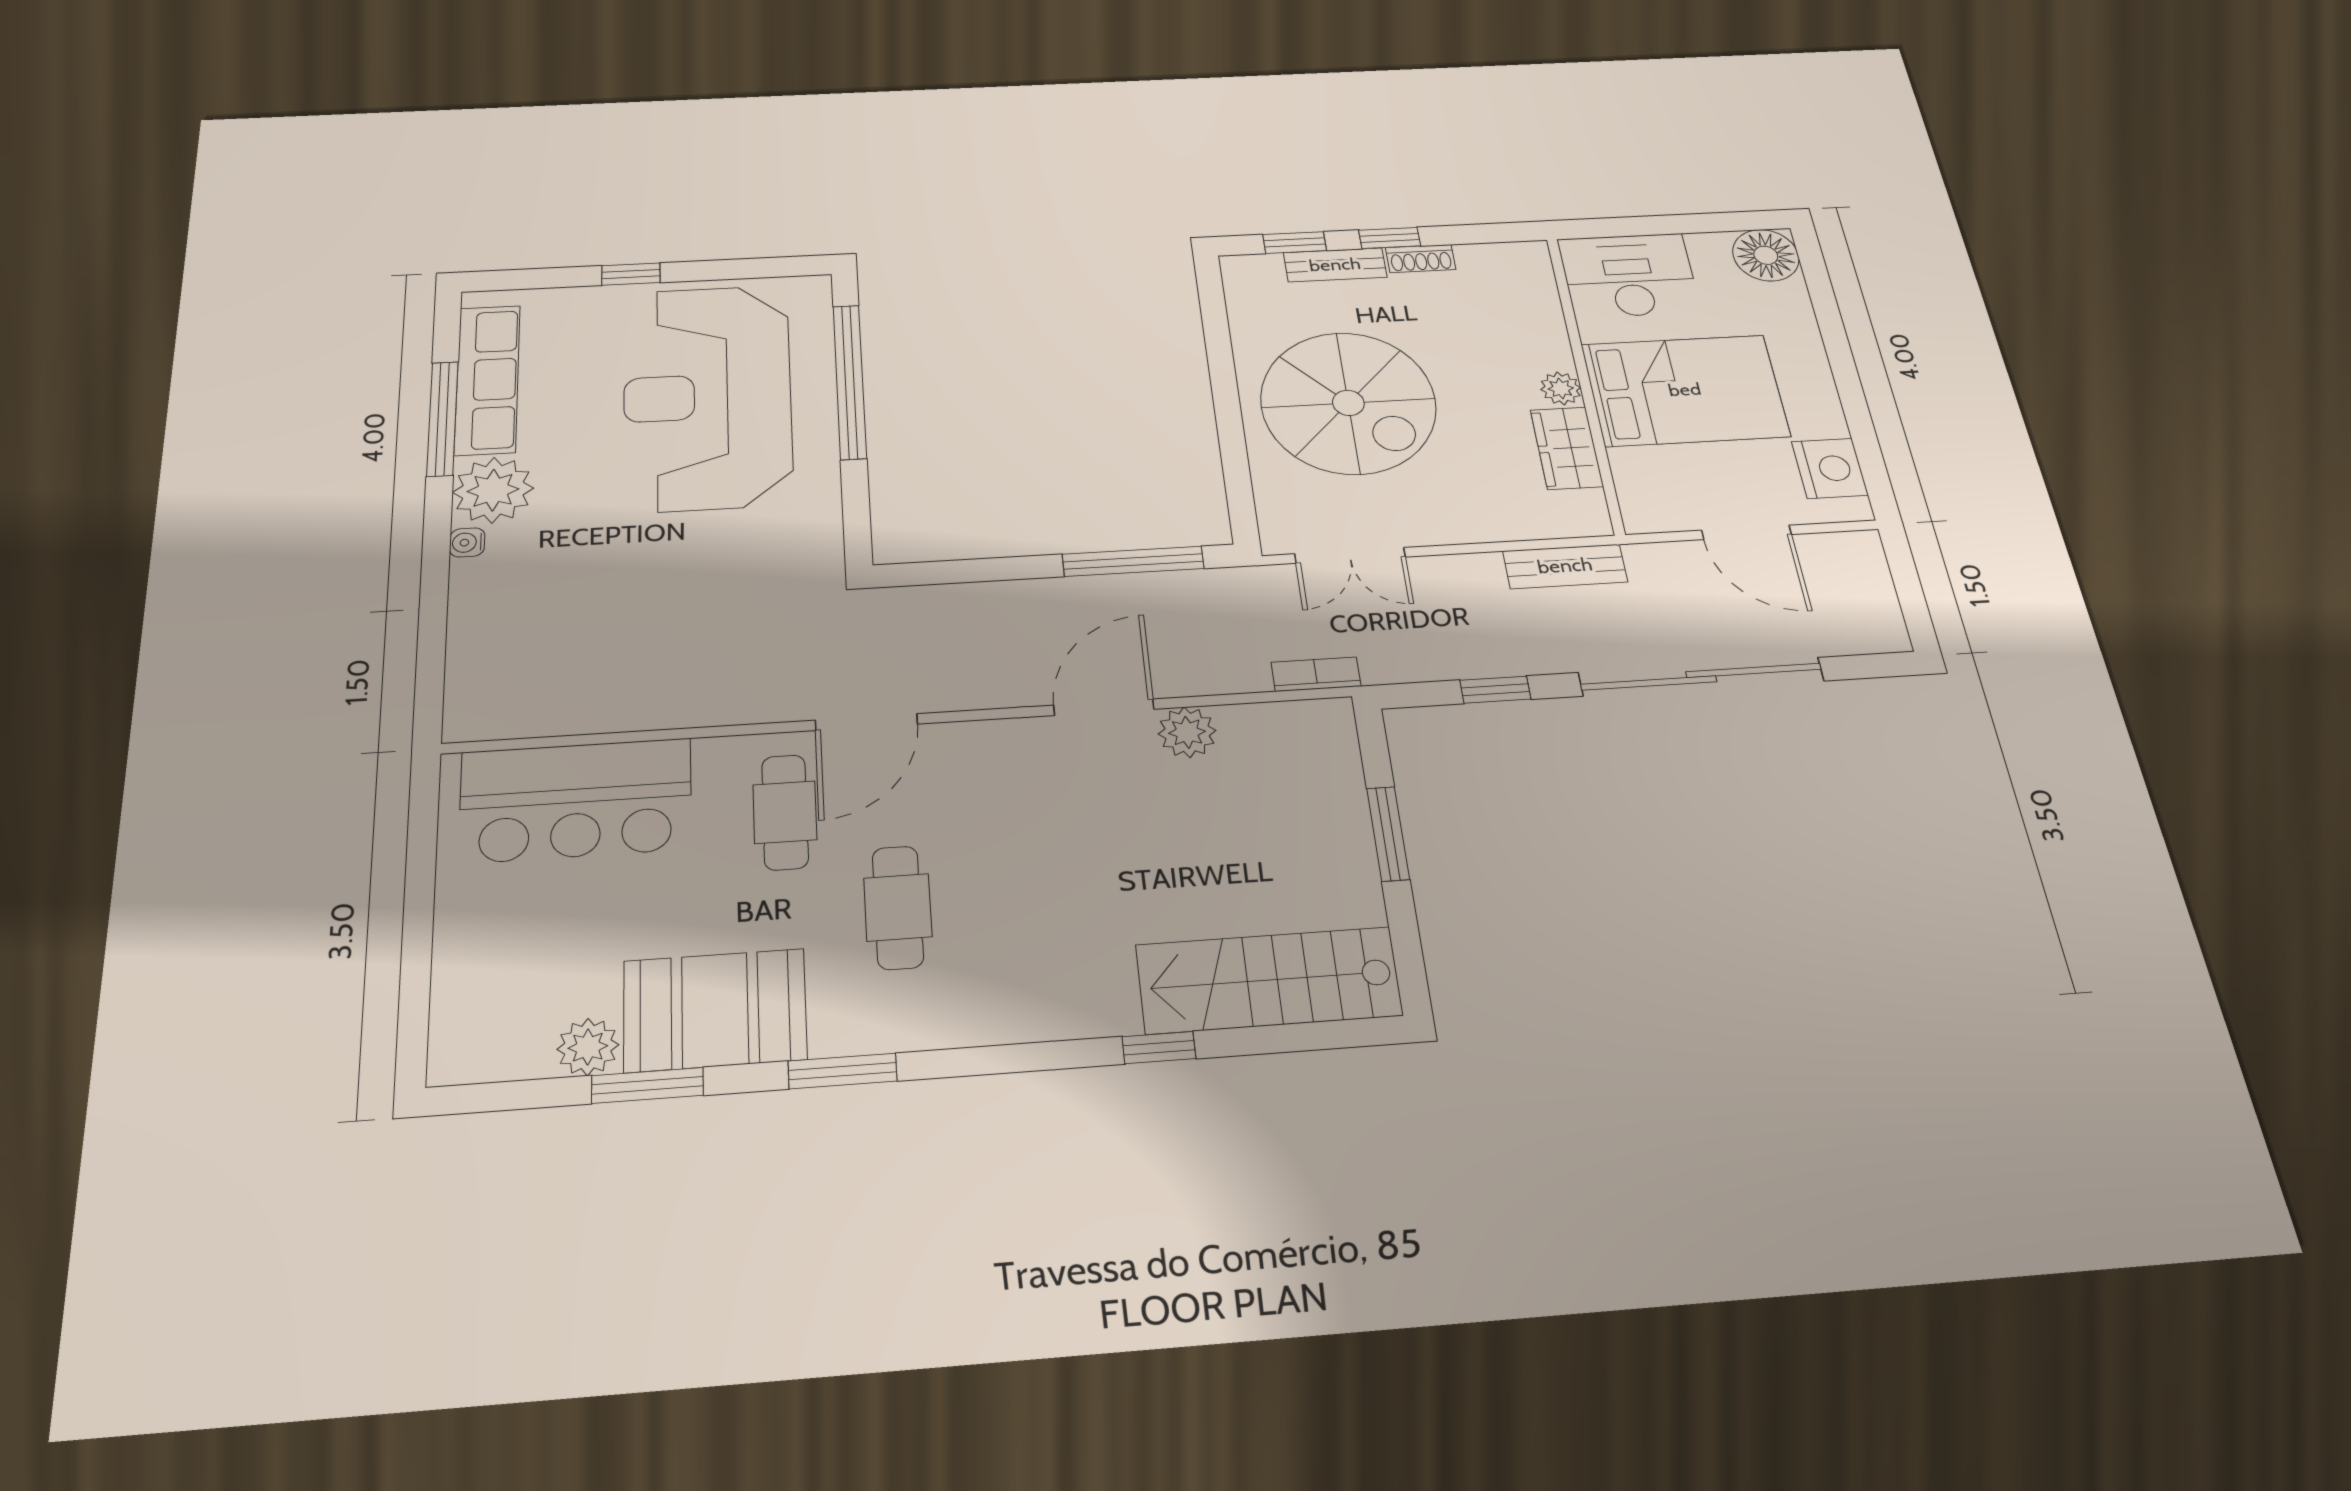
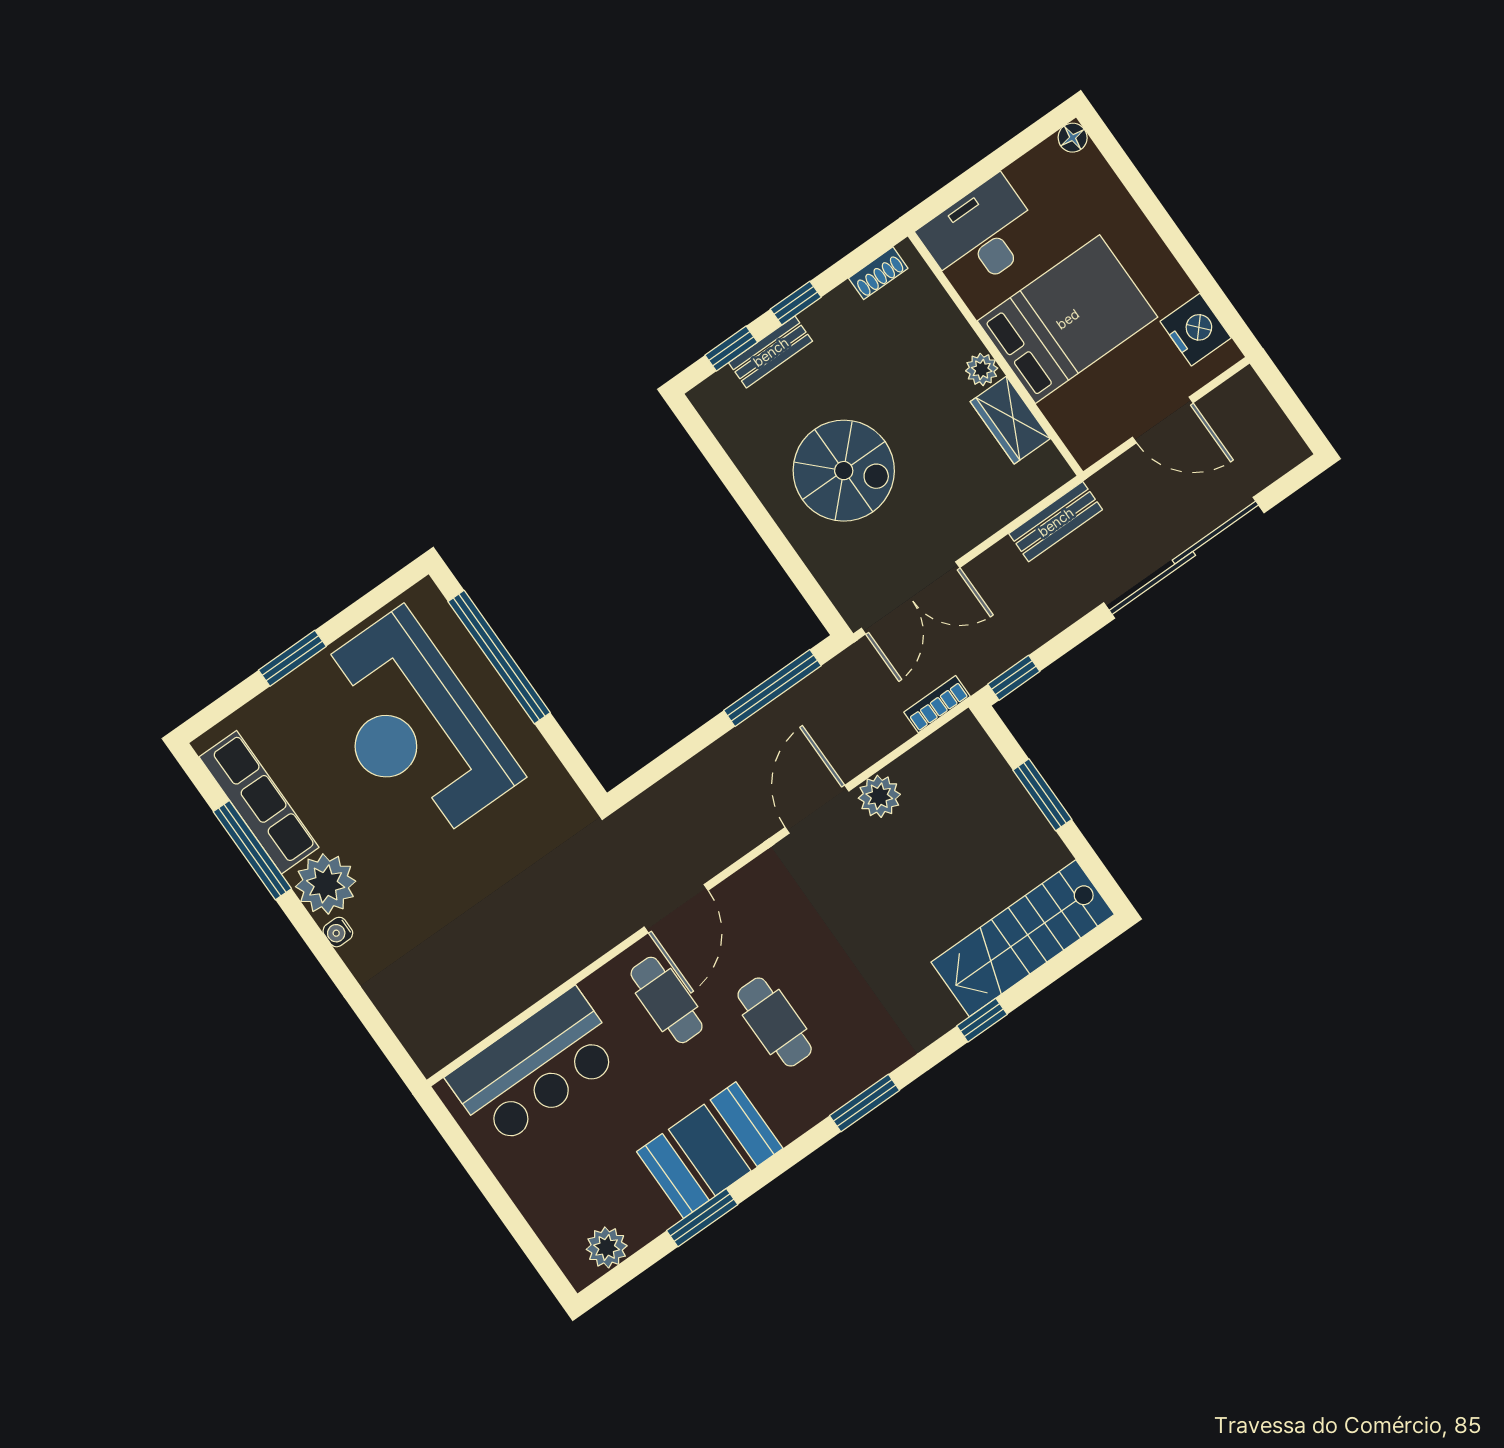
floor lamp: (1766, 255) -> (1073, 138), width x0.53, depth x0.53
shoe rack: (1421, 259) -> (878, 273), moved
window: (631, 274) -> (292, 658), width x1.50
spiral stairs: (1348, 403) -> (844, 471), width x0.73, depth x0.73
double door: (1350, 555) -> (911, 598), width x1.37
window: (1495, 690) -> (1014, 678), moved
plant: (588, 1047) -> (607, 1247), moved
window: (843, 1071) -> (865, 1103), moved

